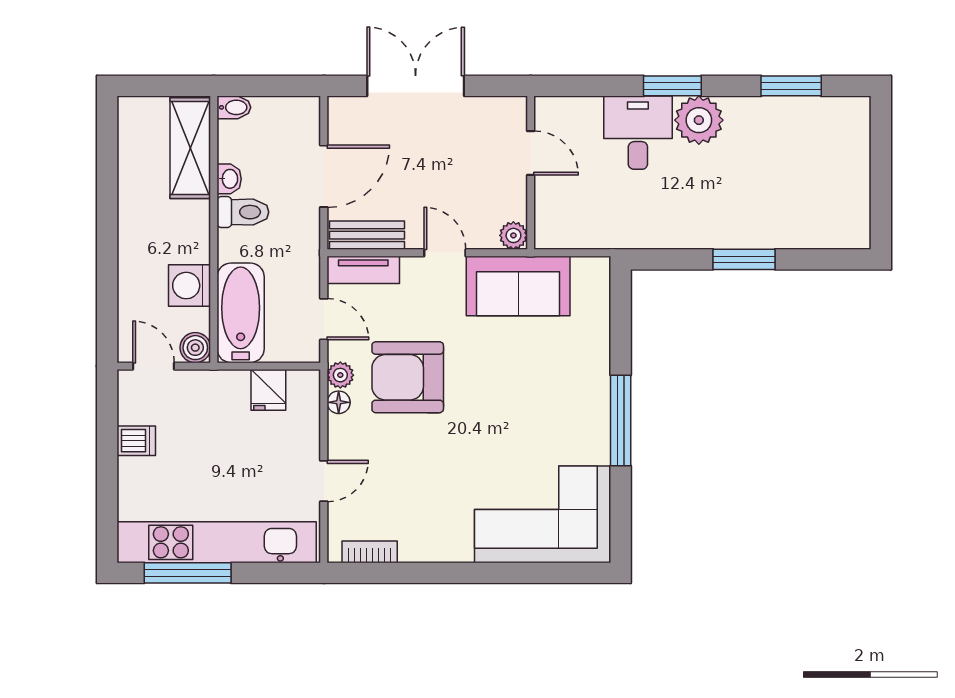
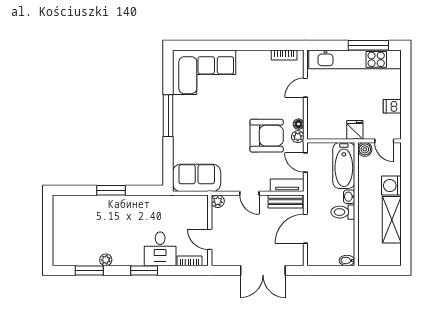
bookcase: (575, 107) -> (189, 261), added
plant: (699, 120) -> (106, 260), moved, width x0.53, depth x0.53
shelving: (190, 148) -> (392, 220), moved
washbasin: (229, 179) -> (349, 197), moved
washing machine: (190, 286) -> (391, 186), moved, turned 180
sofa: (518, 286) -> (197, 178), moved
fridge: (268, 390) -> (355, 130), moved

